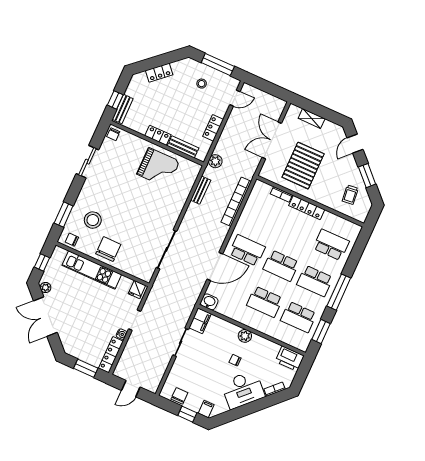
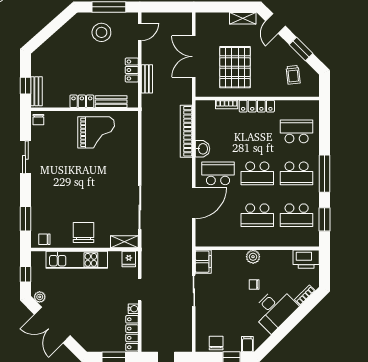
locker: (159, 73) -> (56, 40), removed
stool: (202, 84) -> (101, 32), width x1.89, depth x1.89
shelving: (312, 119) -> (243, 18), moved
plant: (215, 161) -> (149, 101), removed
bench: (201, 190) -> (147, 79), moved
stool: (93, 220) -> (56, 211), removed
shelving: (140, 273) -> (124, 242), added
washbasin: (209, 302) -> (203, 149), moved, turned 90

